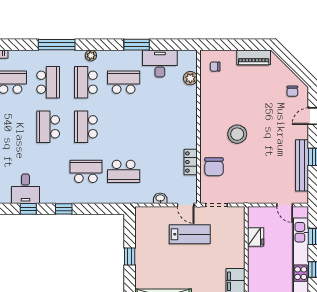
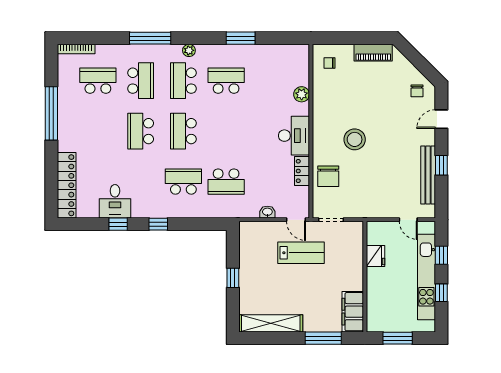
desk: (160, 64) -> (294, 136), moved, turned 90
plant: (190, 78) -> (302, 94), moved

